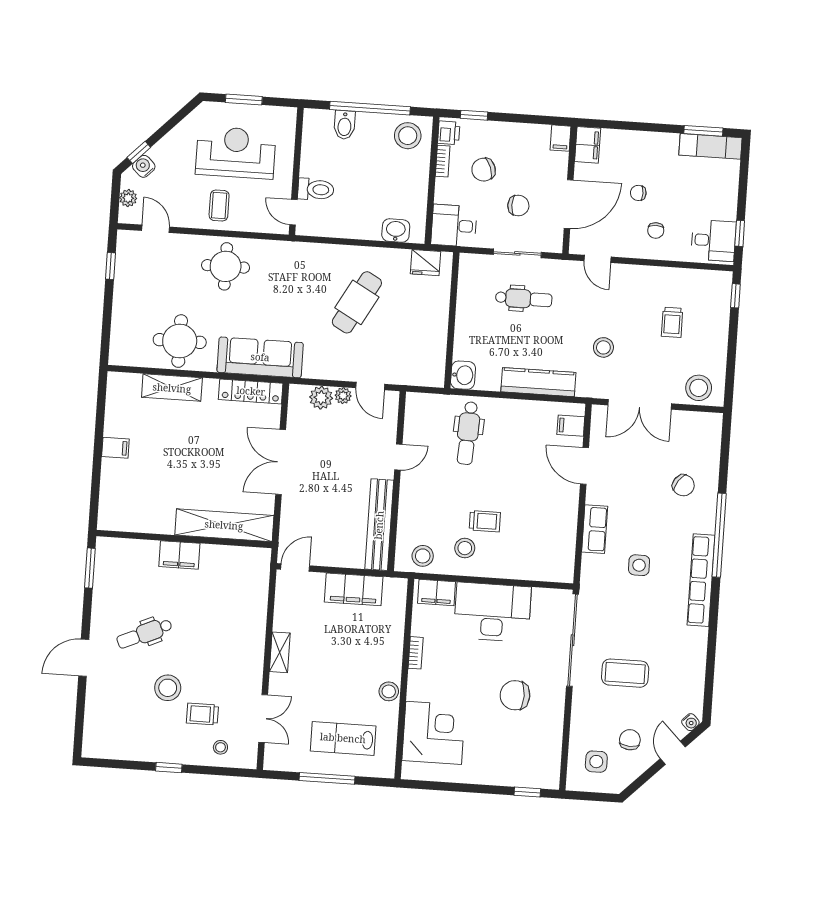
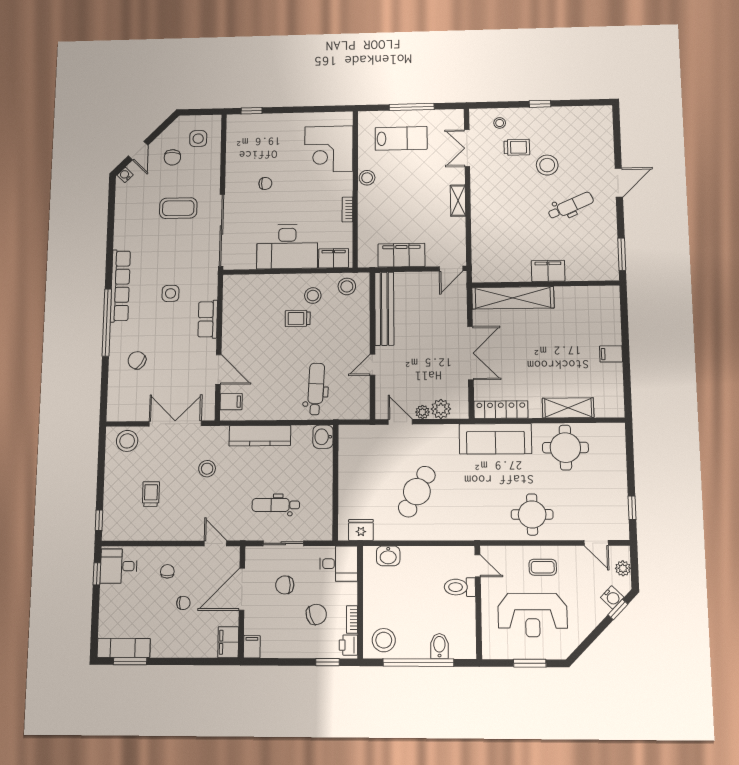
coffee table: (219, 206) -> (543, 567), turned 90
chair: (515, 695) -> (265, 183), width x0.54, depth x0.54

